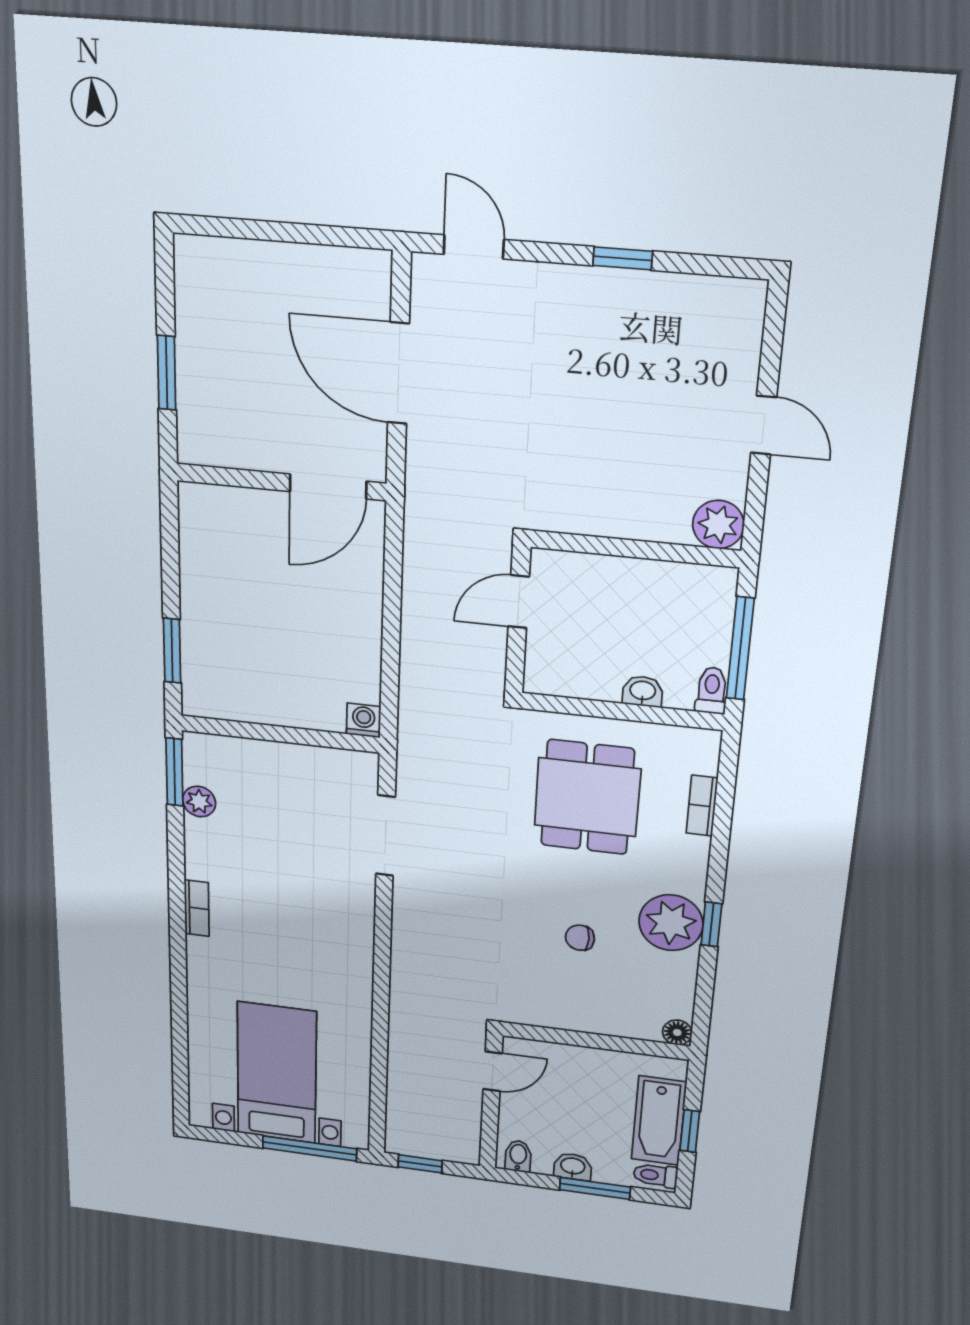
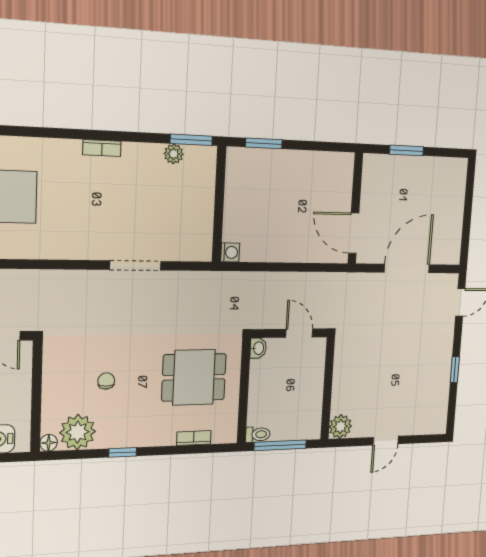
washbasin: (643, 691) -> (258, 348), moved
doorway: (385, 836) -> (136, 265), moved
plant: (671, 923) -> (78, 432), moved

